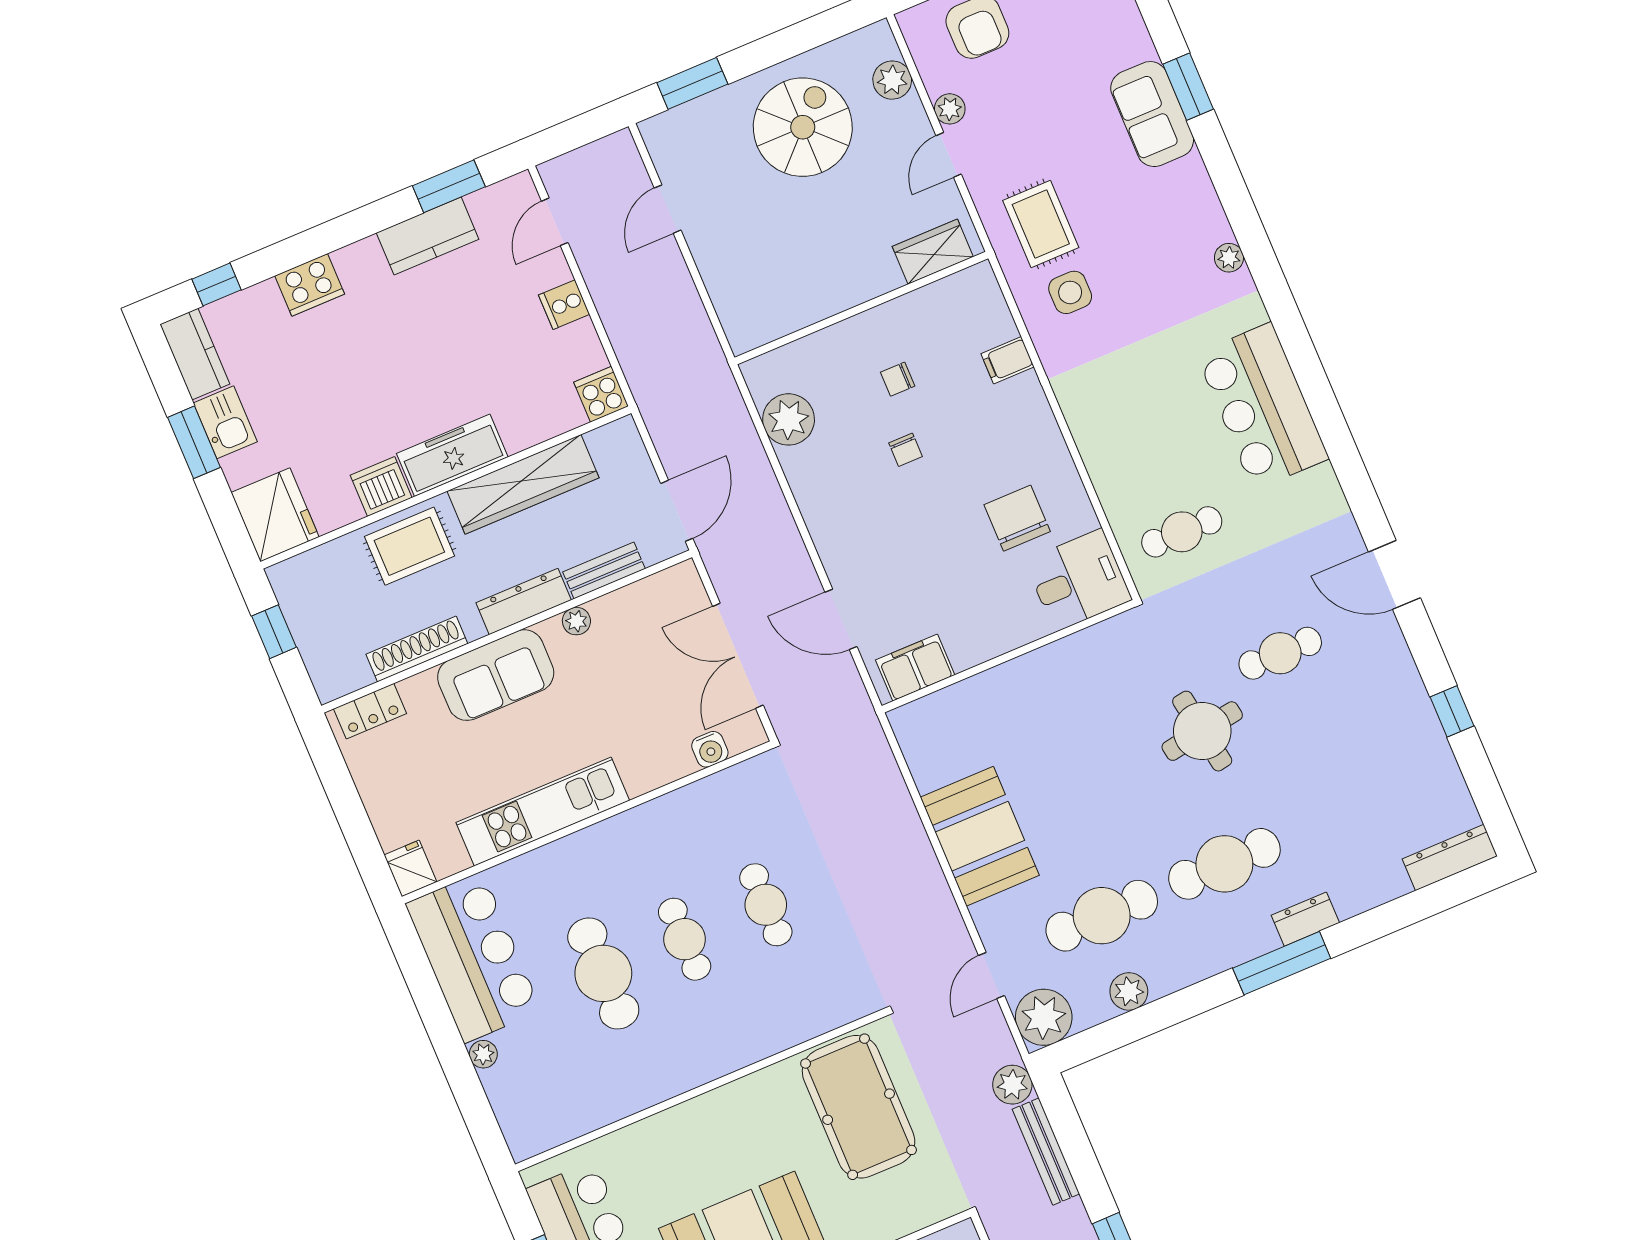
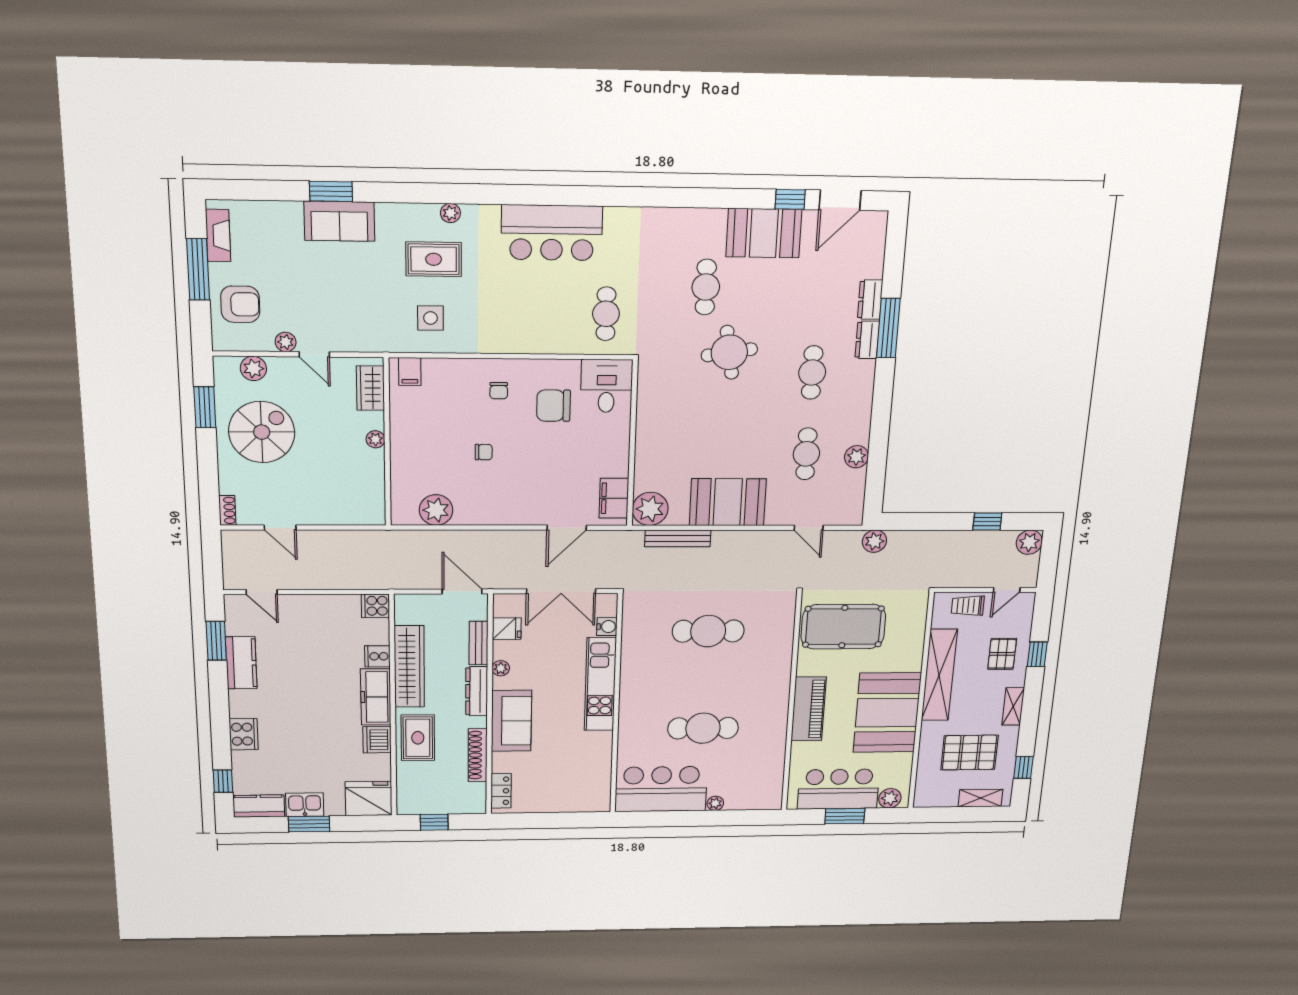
window: (692, 83) -> (205, 407), moved
shoe rack: (663, 125) -> (227, 510), added
spiral stairs: (803, 127) -> (262, 432), turned 90
rug: (1041, 224) -> (434, 259), moved
plant: (860, 289) -> (375, 439), added
cooker: (564, 305) -> (377, 656), moved, turned 90
filing cabinet: (1008, 360) -> (410, 372), moved
chair: (898, 379) -> (499, 391), moved
door: (1394, 575) -> (840, 200), moved
booth: (1390, 698) -> (764, 233), added
kitchen unit: (543, 811) -> (600, 684), moved
dresser: (1450, 857) -> (870, 300), moved, width x0.70
cafe table: (1224, 864) -> (812, 373), width x0.73, depth x0.74
fridge: (410, 868) -> (507, 629), moved, turned 180
cafe table: (766, 905) -> (708, 631), width x1.37, depth x1.35
cafe table: (1102, 916) -> (806, 454), width x0.73, depth x0.74
cafe table: (685, 939) -> (706, 680), removed
window: (1282, 963) -> (888, 328), moved
plant: (1044, 1017) -> (650, 509), moved
piano: (702, 1121) -> (809, 709), added
bench: (1046, 1152) -> (678, 538), moved

